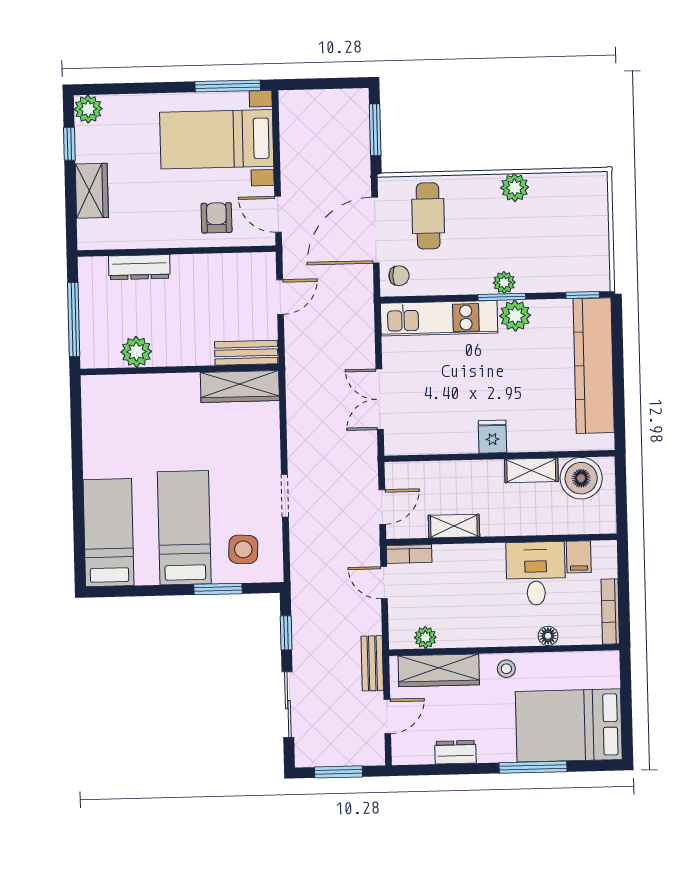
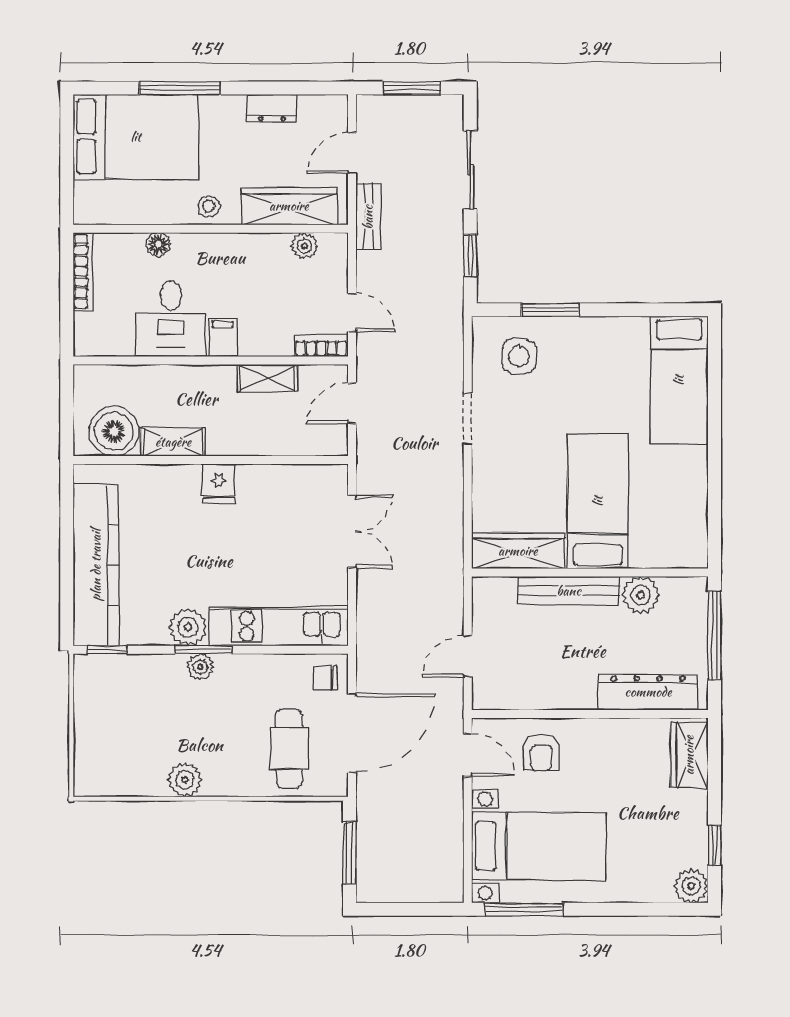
wardrobe: (92, 191) -> (689, 755), moved
dresser: (139, 267) -> (648, 692), width x1.37, depth x1.24
bench: (246, 353) -> (569, 591), moved, width x1.36
bed: (184, 528) -> (598, 501), moved, turned 180
filing cabinet: (579, 557) -> (223, 338), moved

